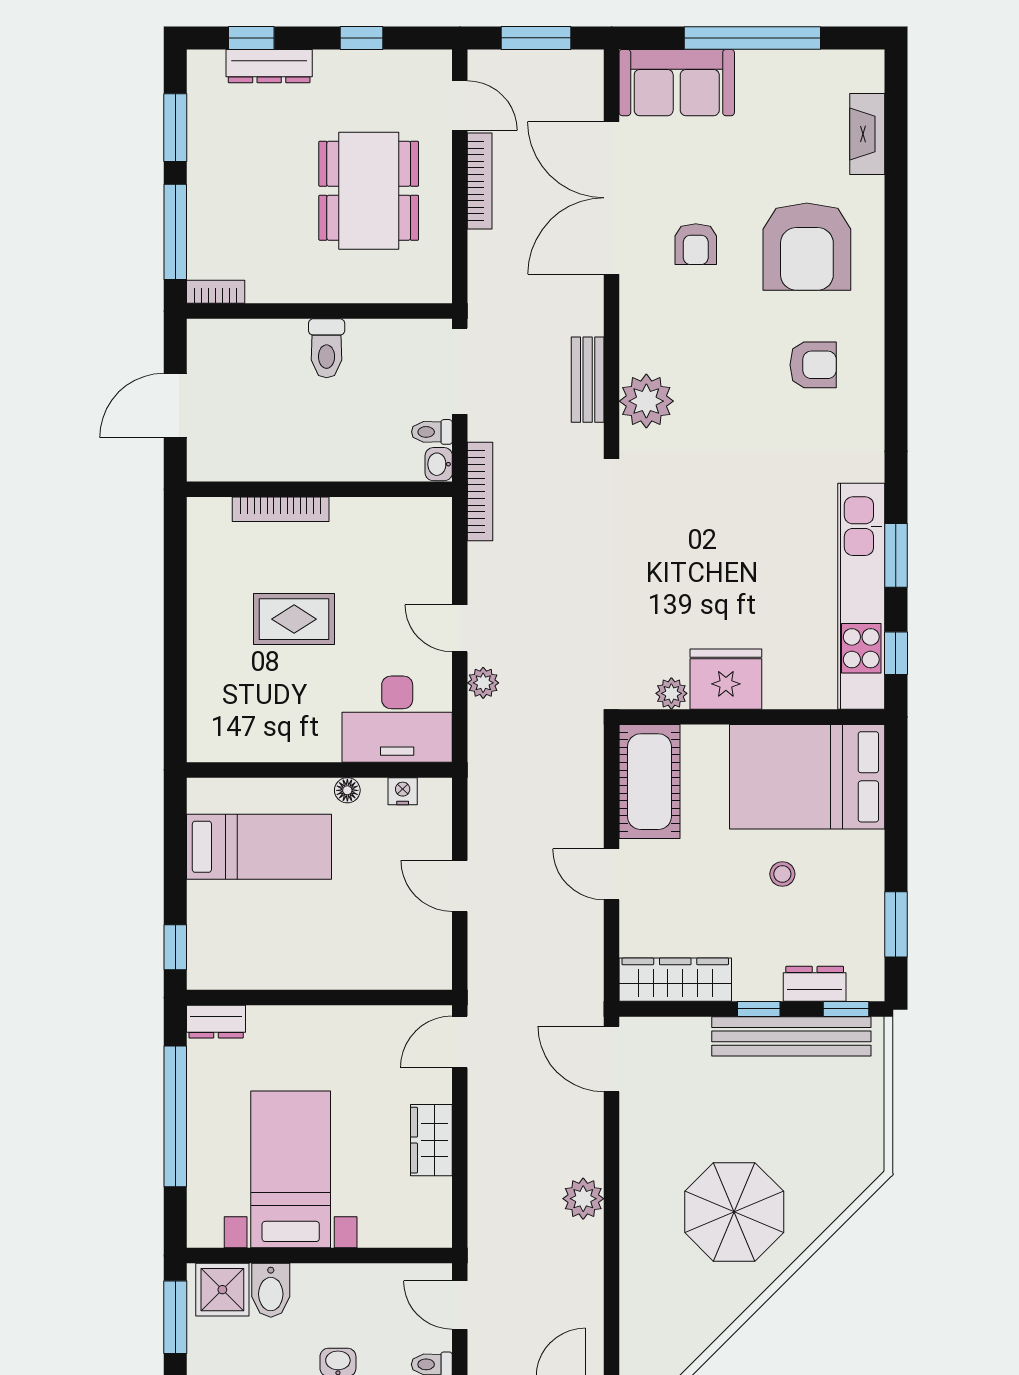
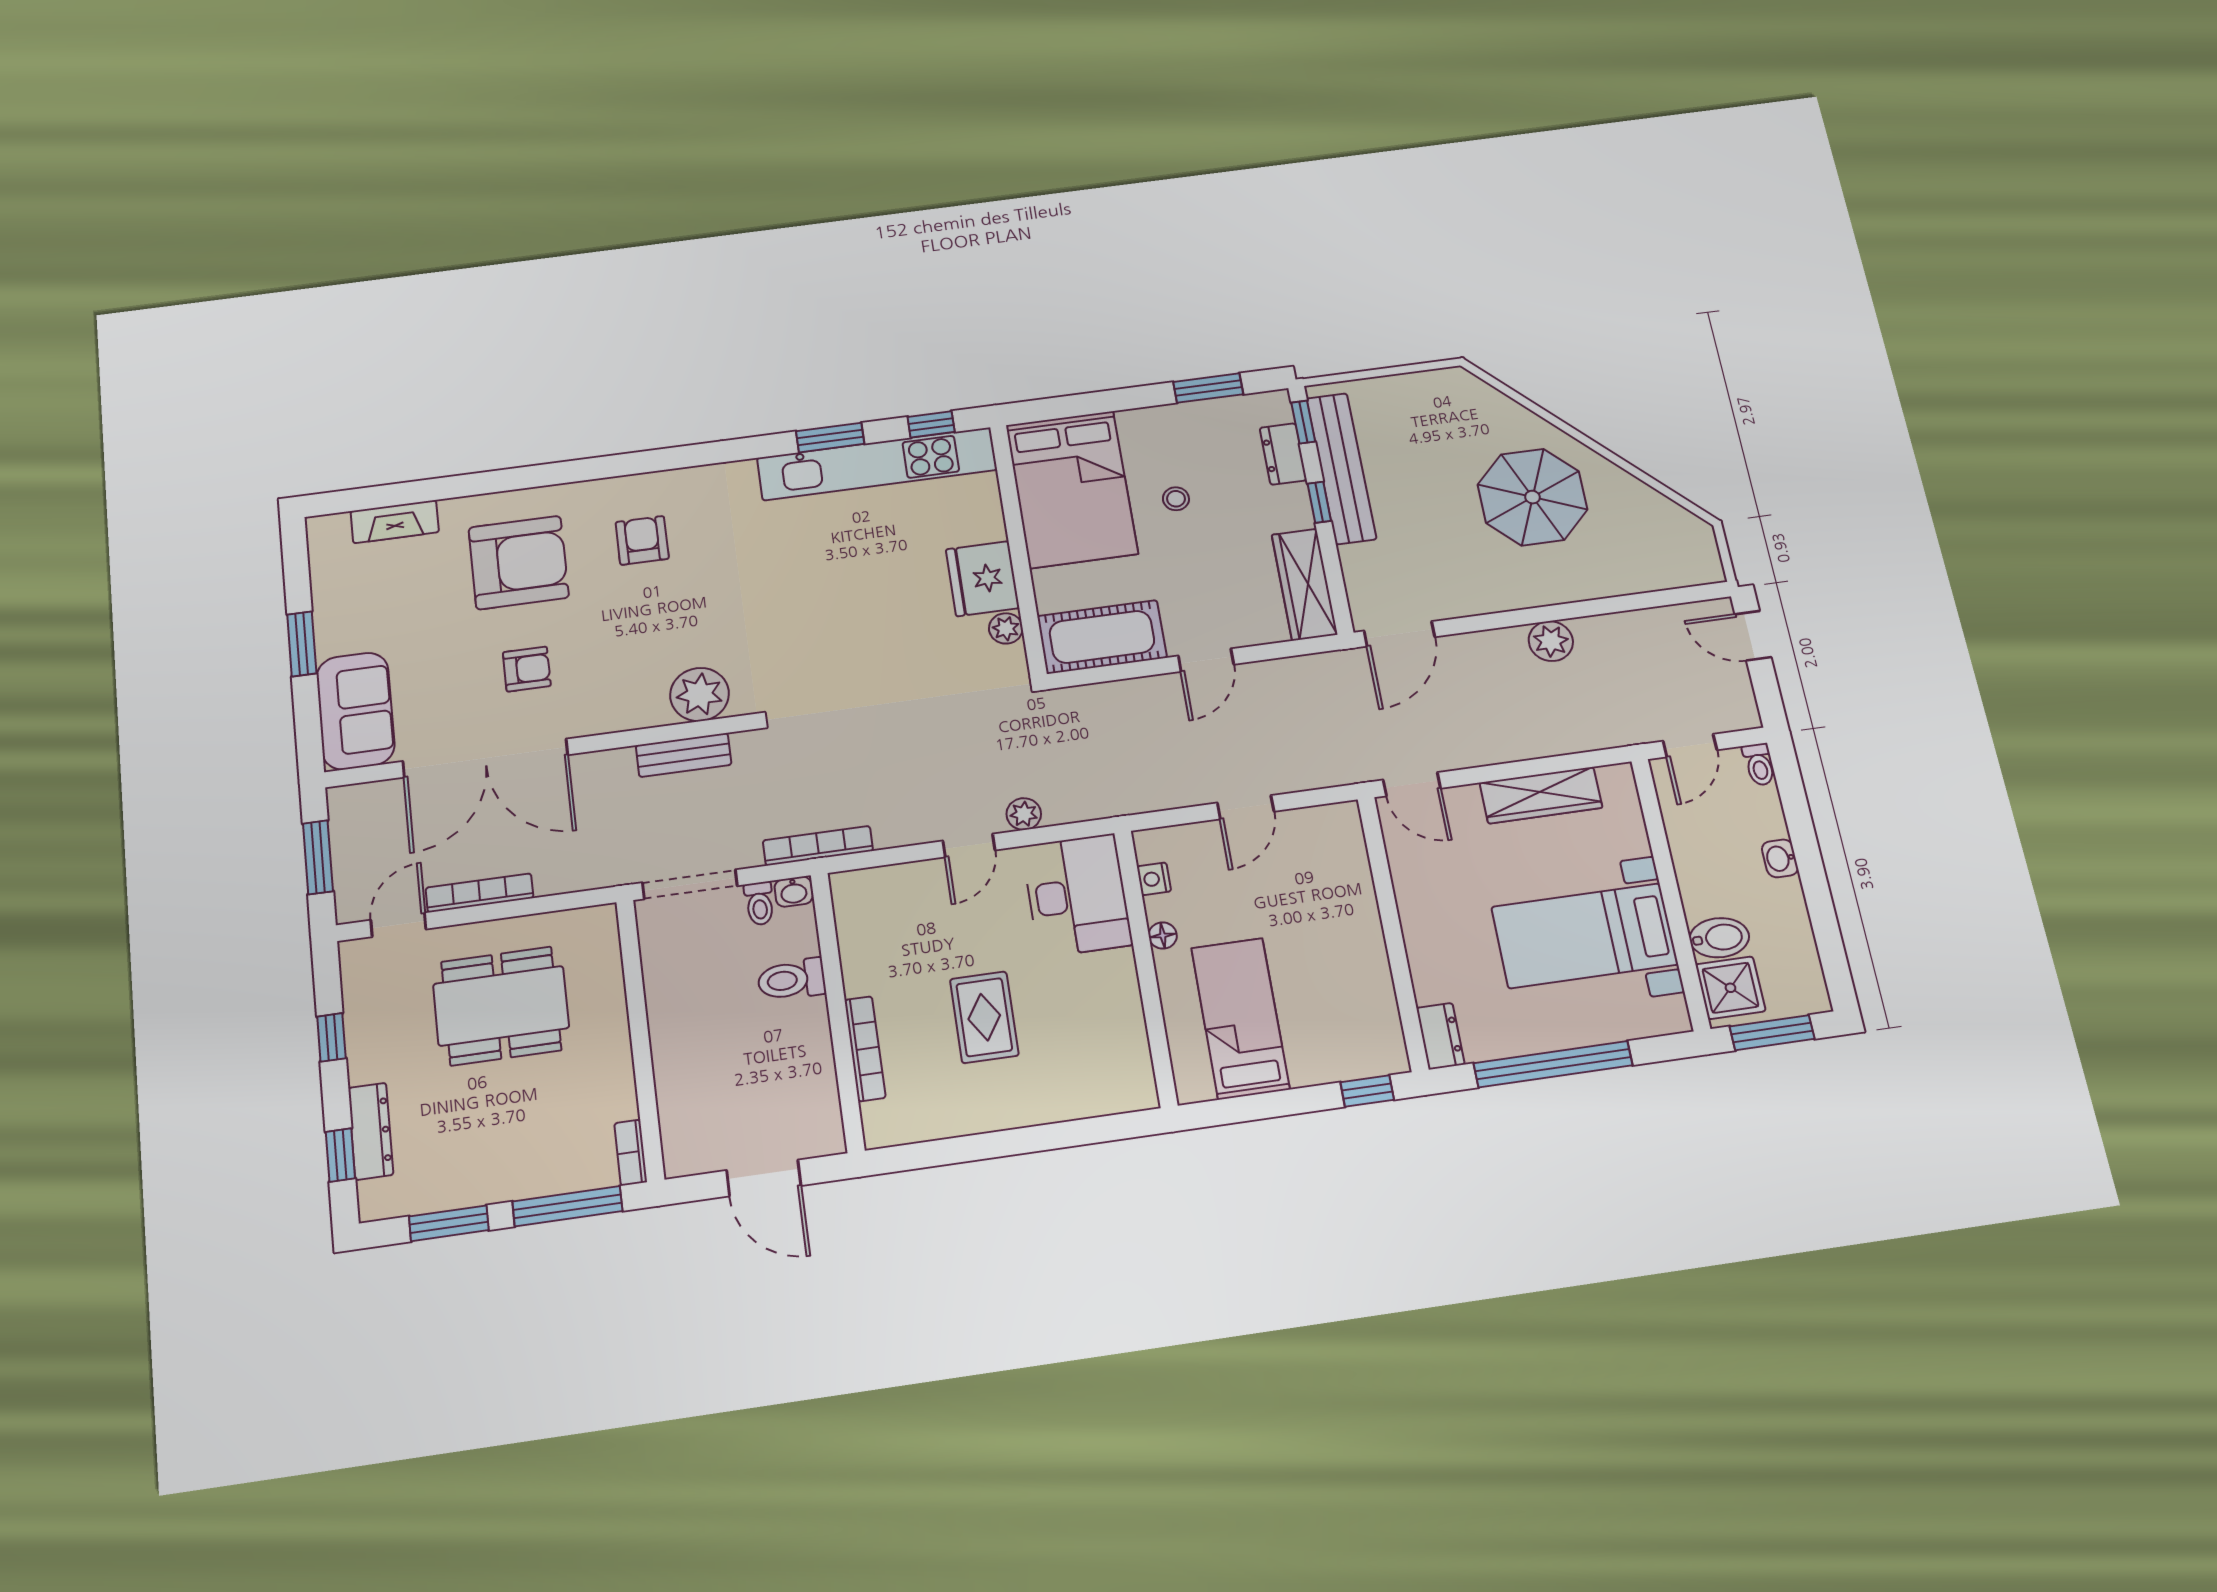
window: (752, 38) -> (302, 644), width x0.47
toilet: (327, 348) -> (791, 980), moved, turned 180
wardrobe: (431, 1140) -> (1541, 795), width x1.50

